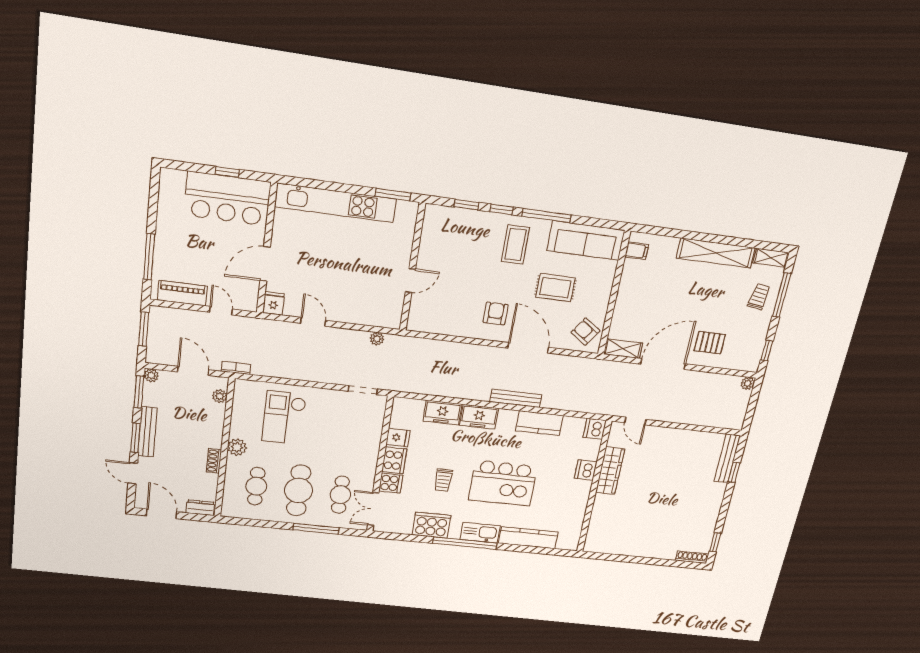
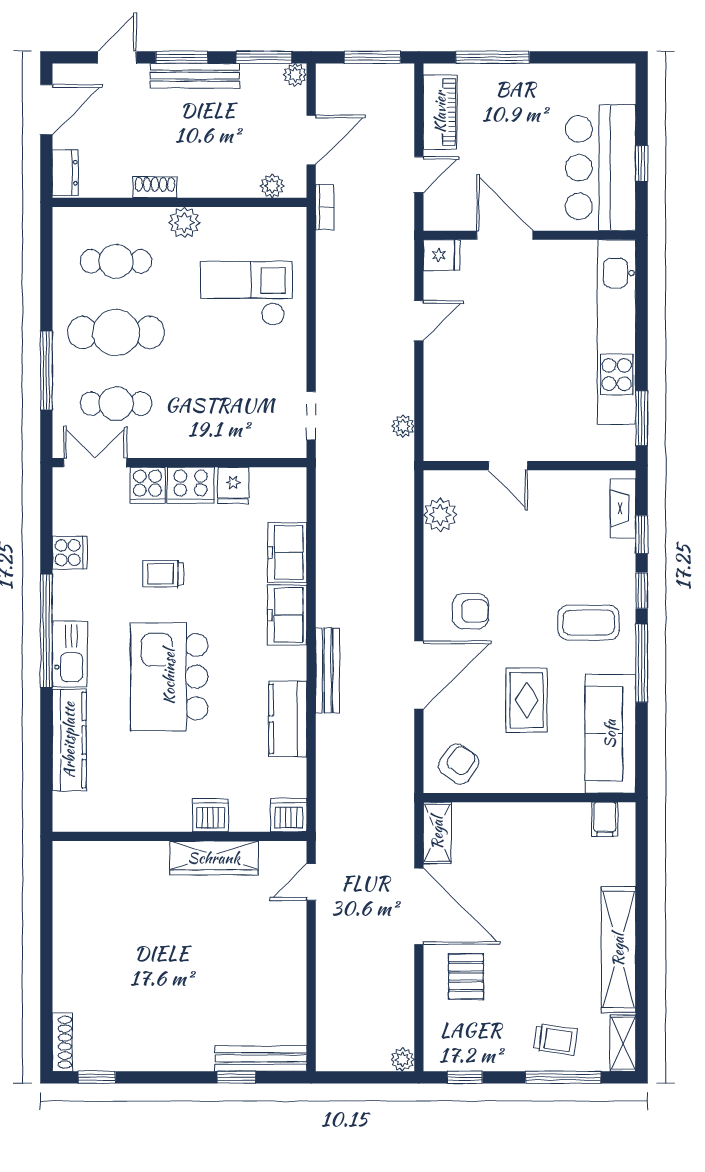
fireplace: (448, 214) -> (623, 508), added
plant: (434, 324) -> (440, 515), added
cooker: (431, 525) -> (70, 553), width x0.53, depth x0.76

